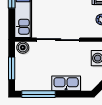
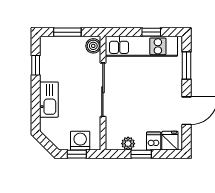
window: (38, 94) -> (36, 65), width x0.46

